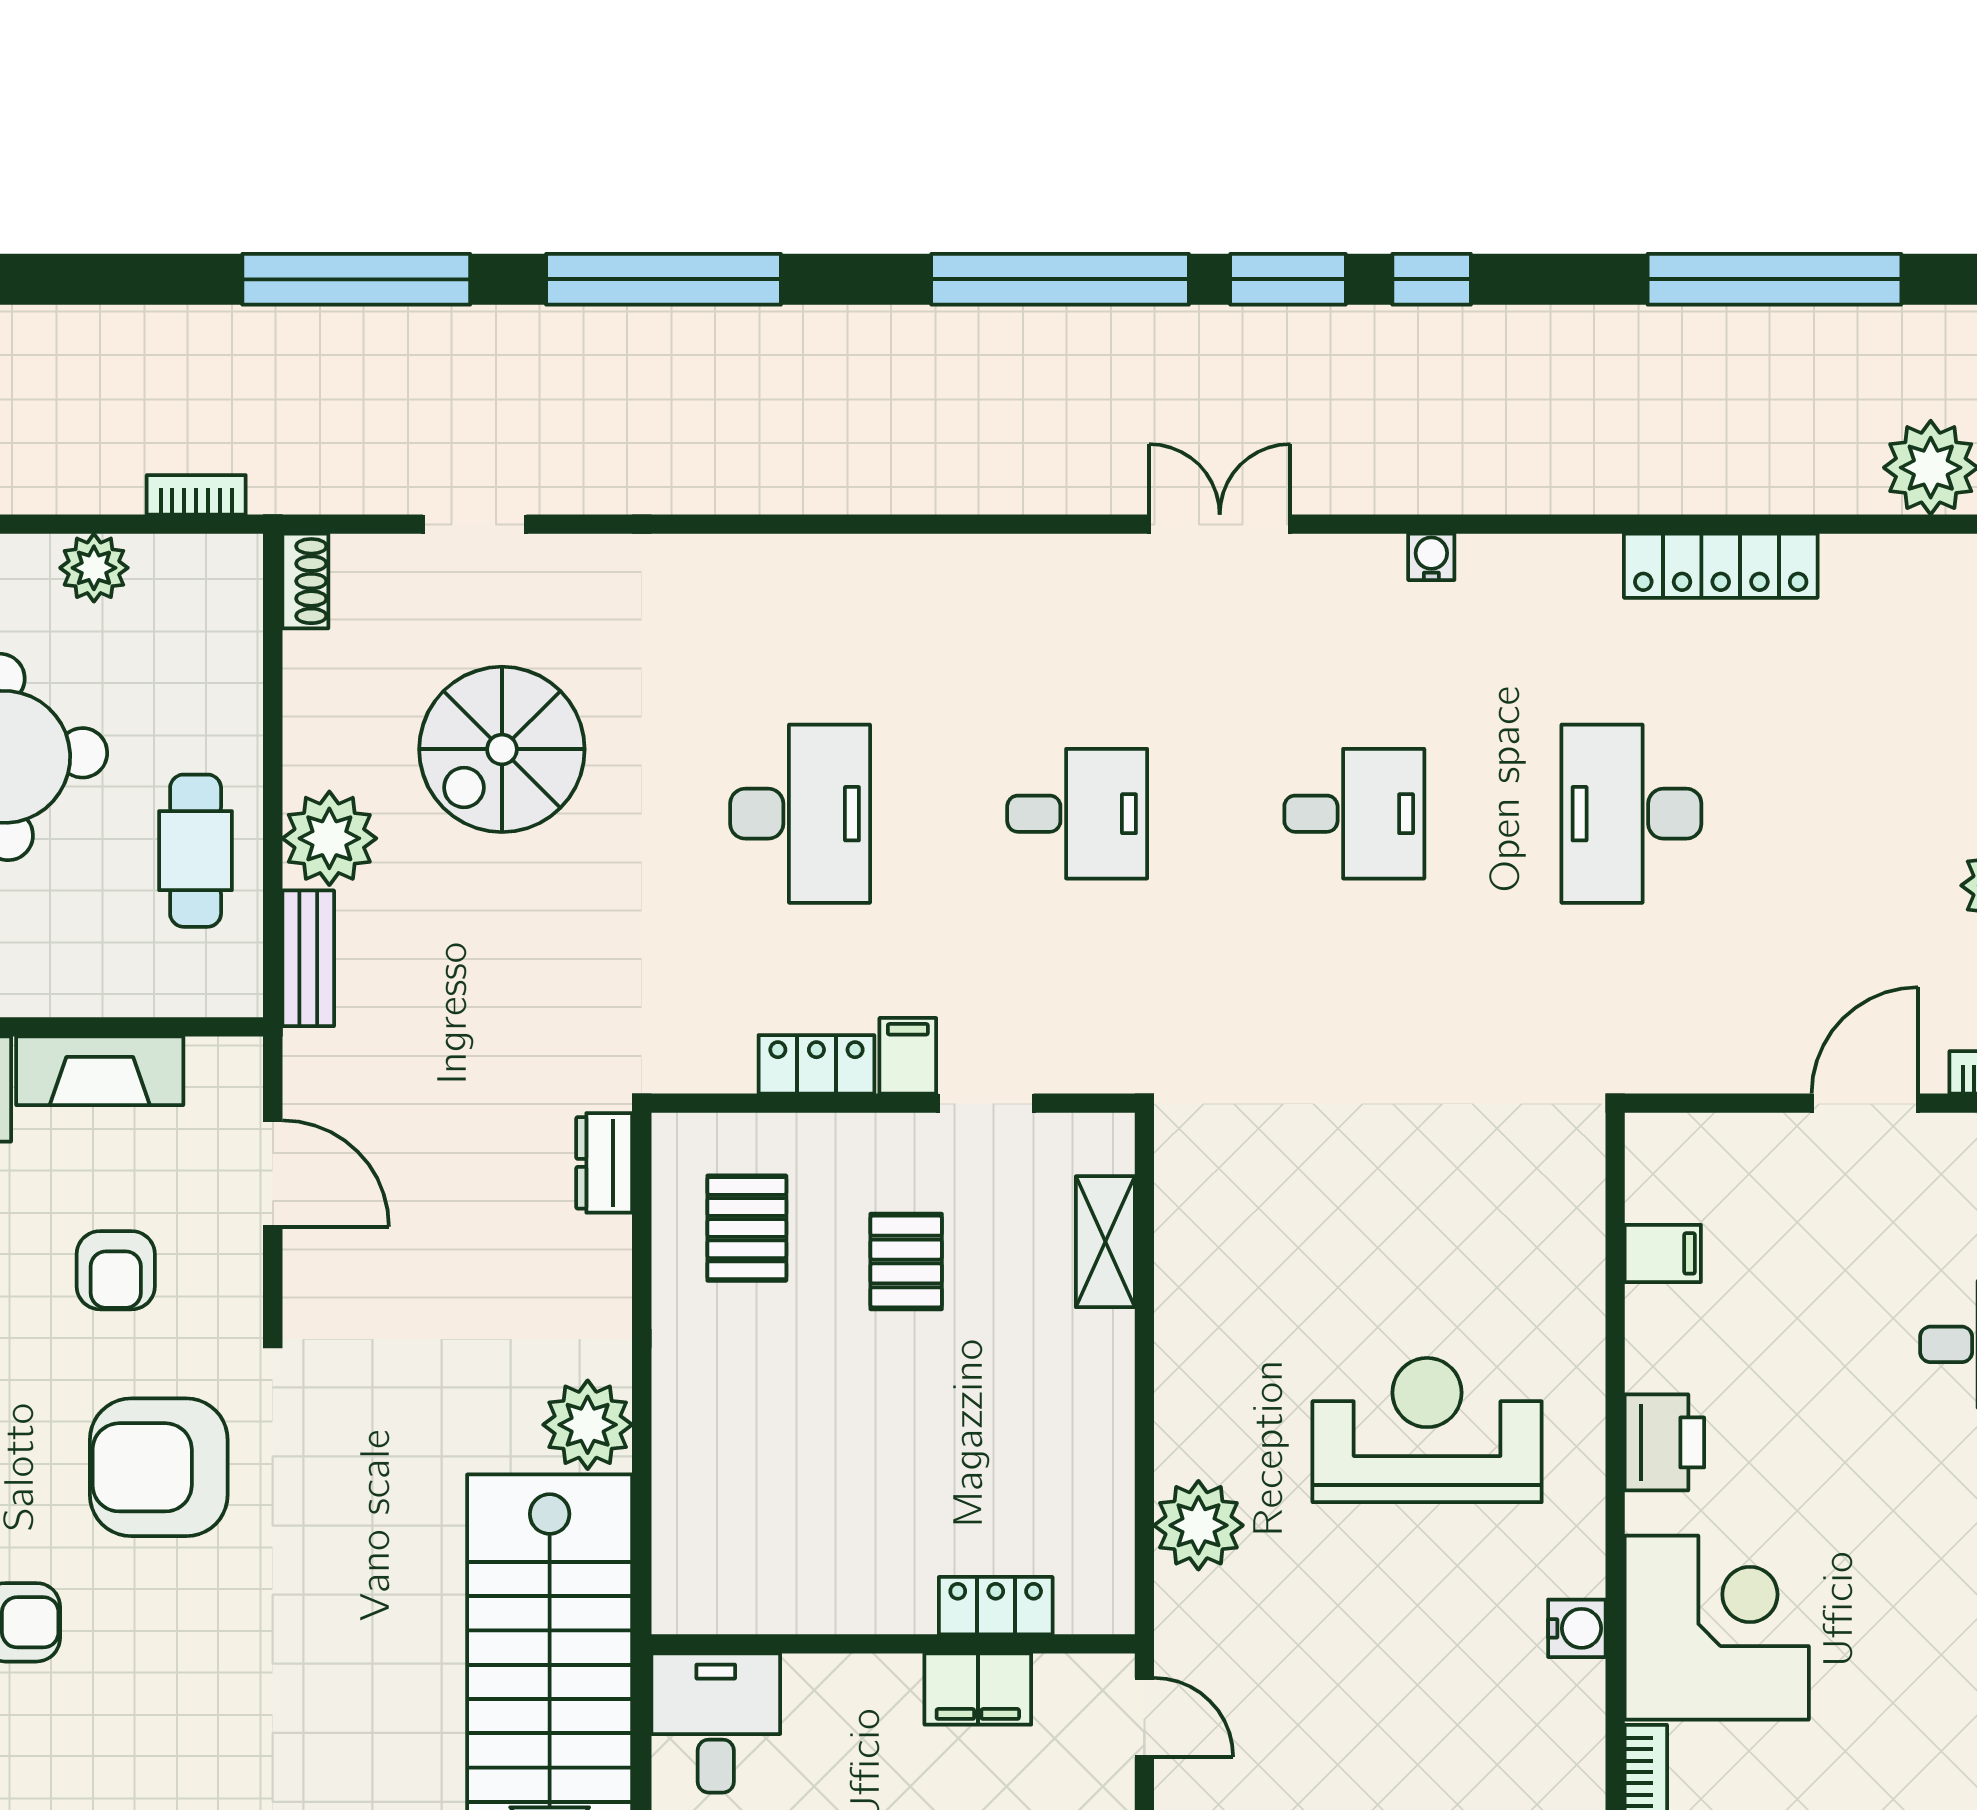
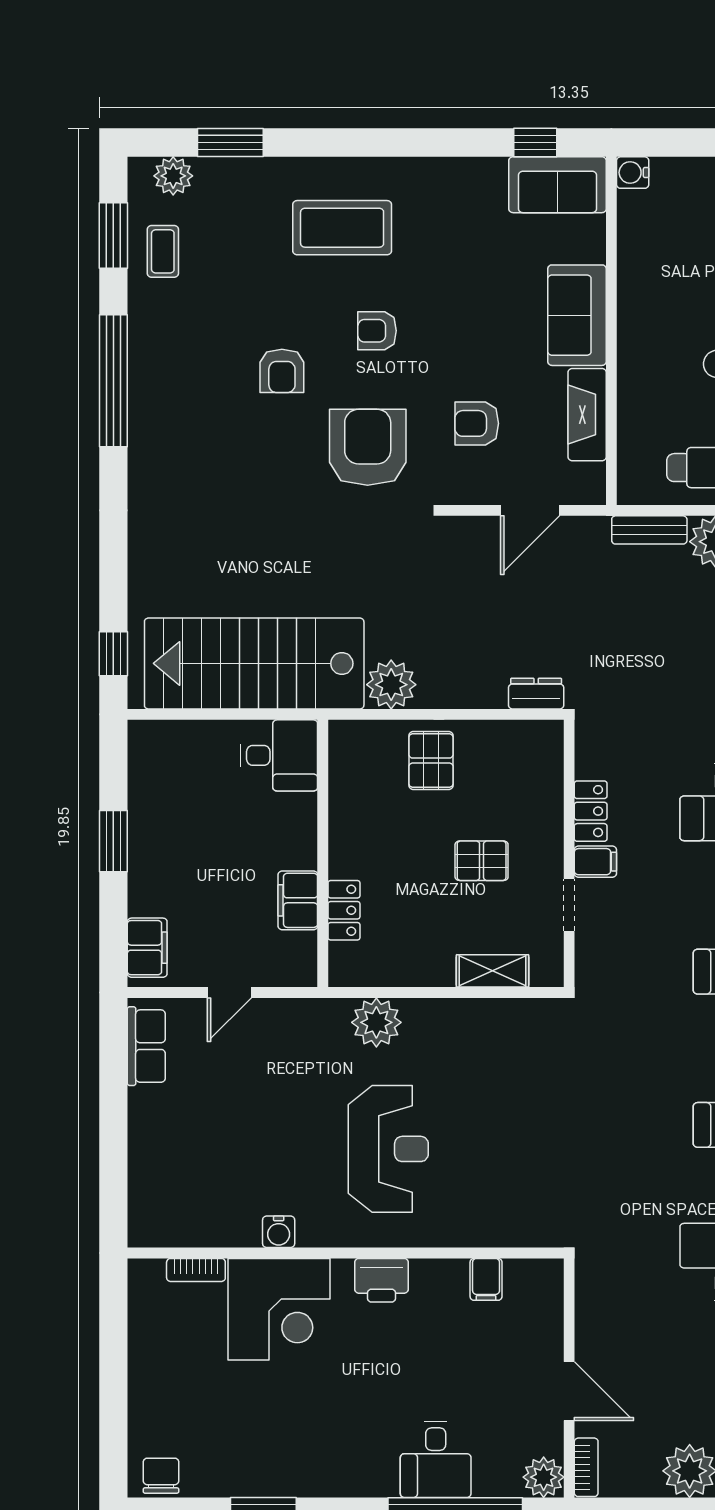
pallet: (747, 1228) -> (431, 761), moved, turned 90
plant: (1198, 1525) -> (376, 1022), moved
locker: (996, 1606) -> (344, 910), moved
wall: (893, 1644) -> (323, 853), moved
filing cabinet: (978, 1689) -> (298, 900), moved
desk: (716, 1723) -> (279, 755), moved

